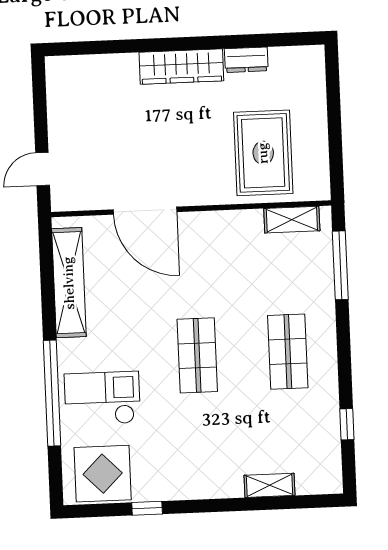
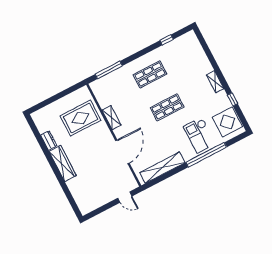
shelving: (292, 220) -> (112, 118), moved
shelving: (269, 485) -> (215, 82), moved

